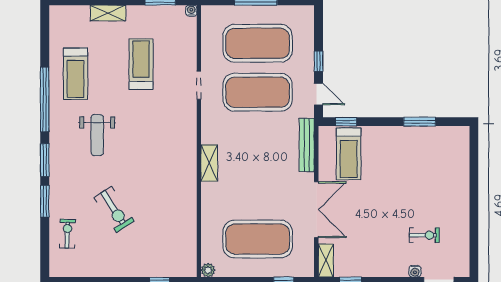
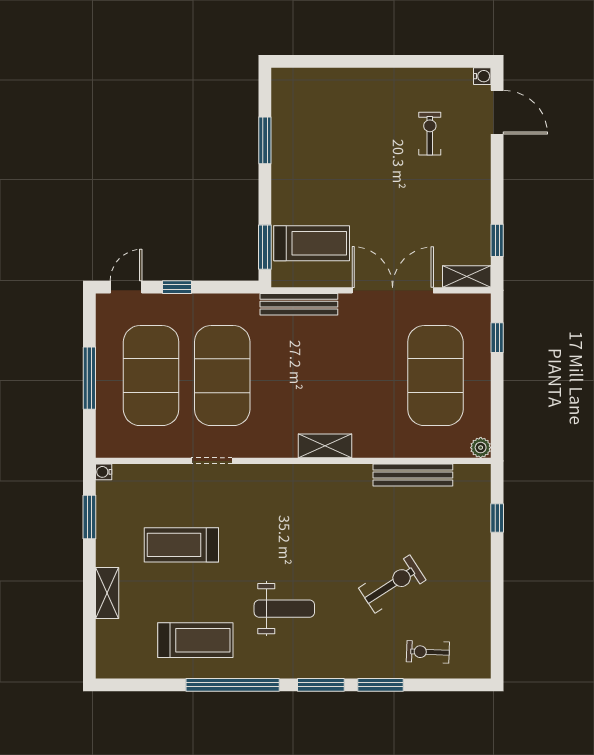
door: (319, 94) -> (126, 287), moved
window: (346, 122) -> (265, 247), width x1.50
bench: (189, 223) -> (413, 475), added
water cooler: (415, 271) -> (482, 76), moved

